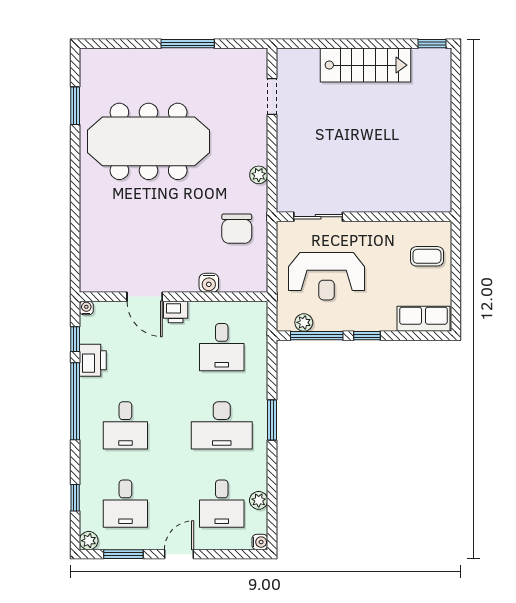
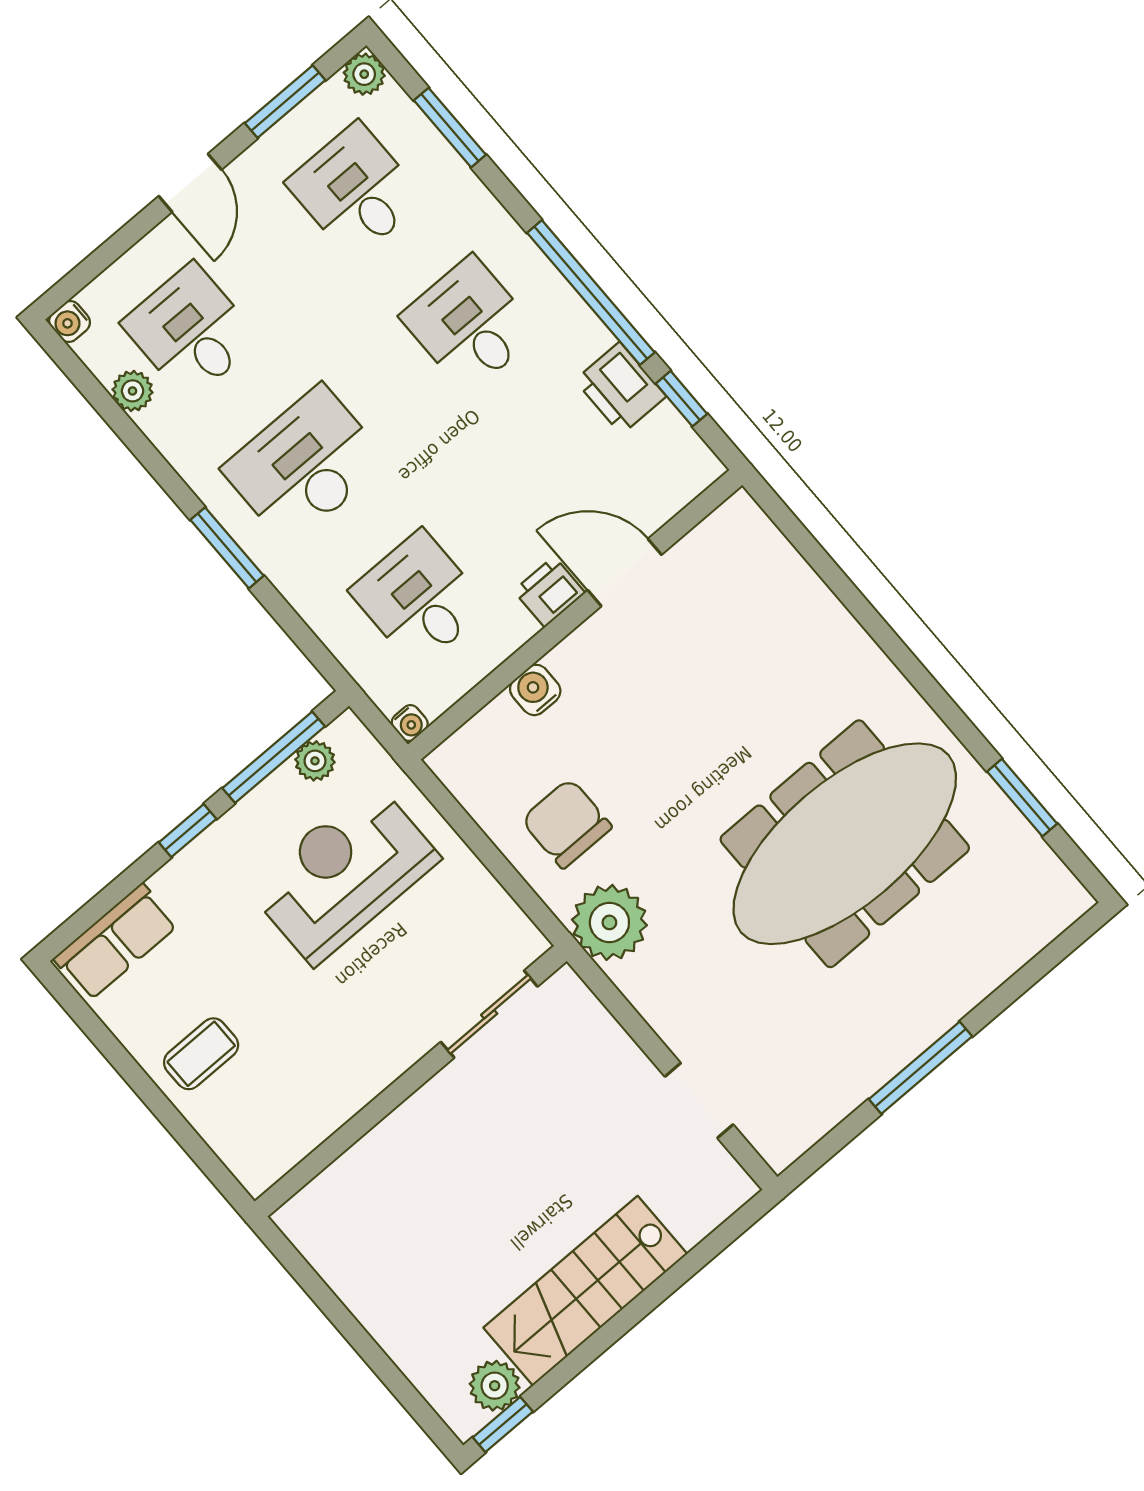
plant: (424, 59) -> (495, 1386), added
plant: (259, 175) -> (609, 922), width x1.87, depth x1.87
sliding door: (318, 217) -> (489, 1014), moved
wall: (364, 217) -> (411, 1081), moved
water cooler: (86, 308) -> (410, 723), moved
window: (75, 498) -> (450, 128), width x1.50

